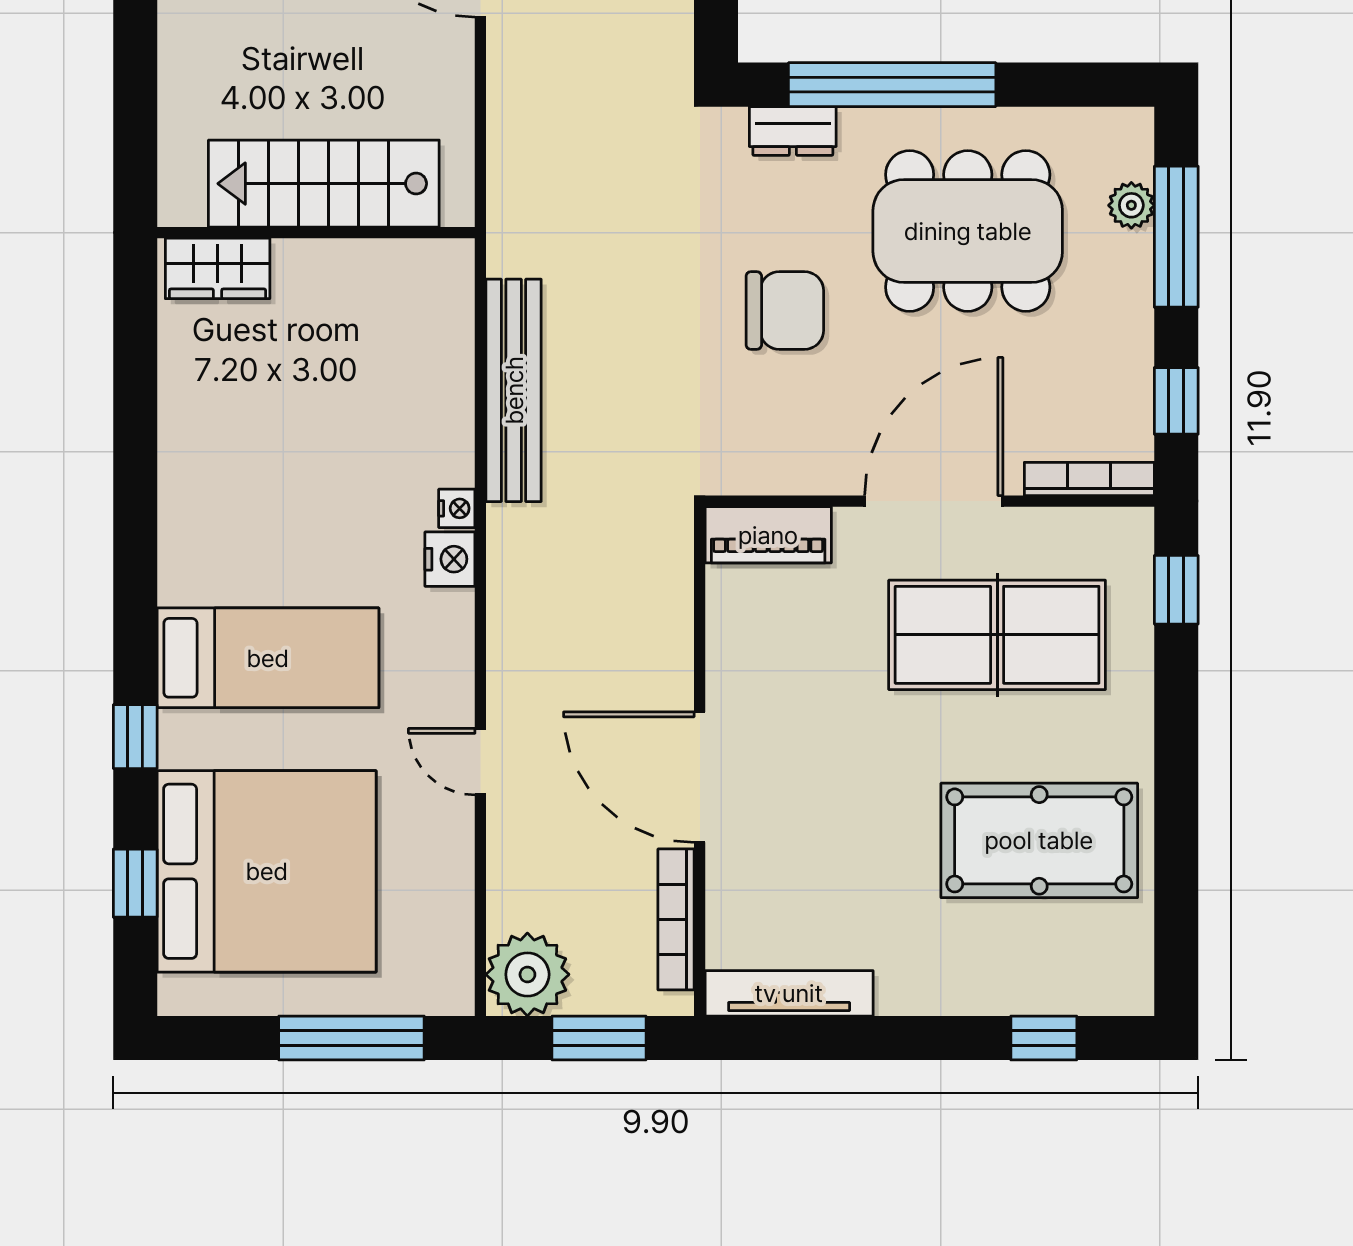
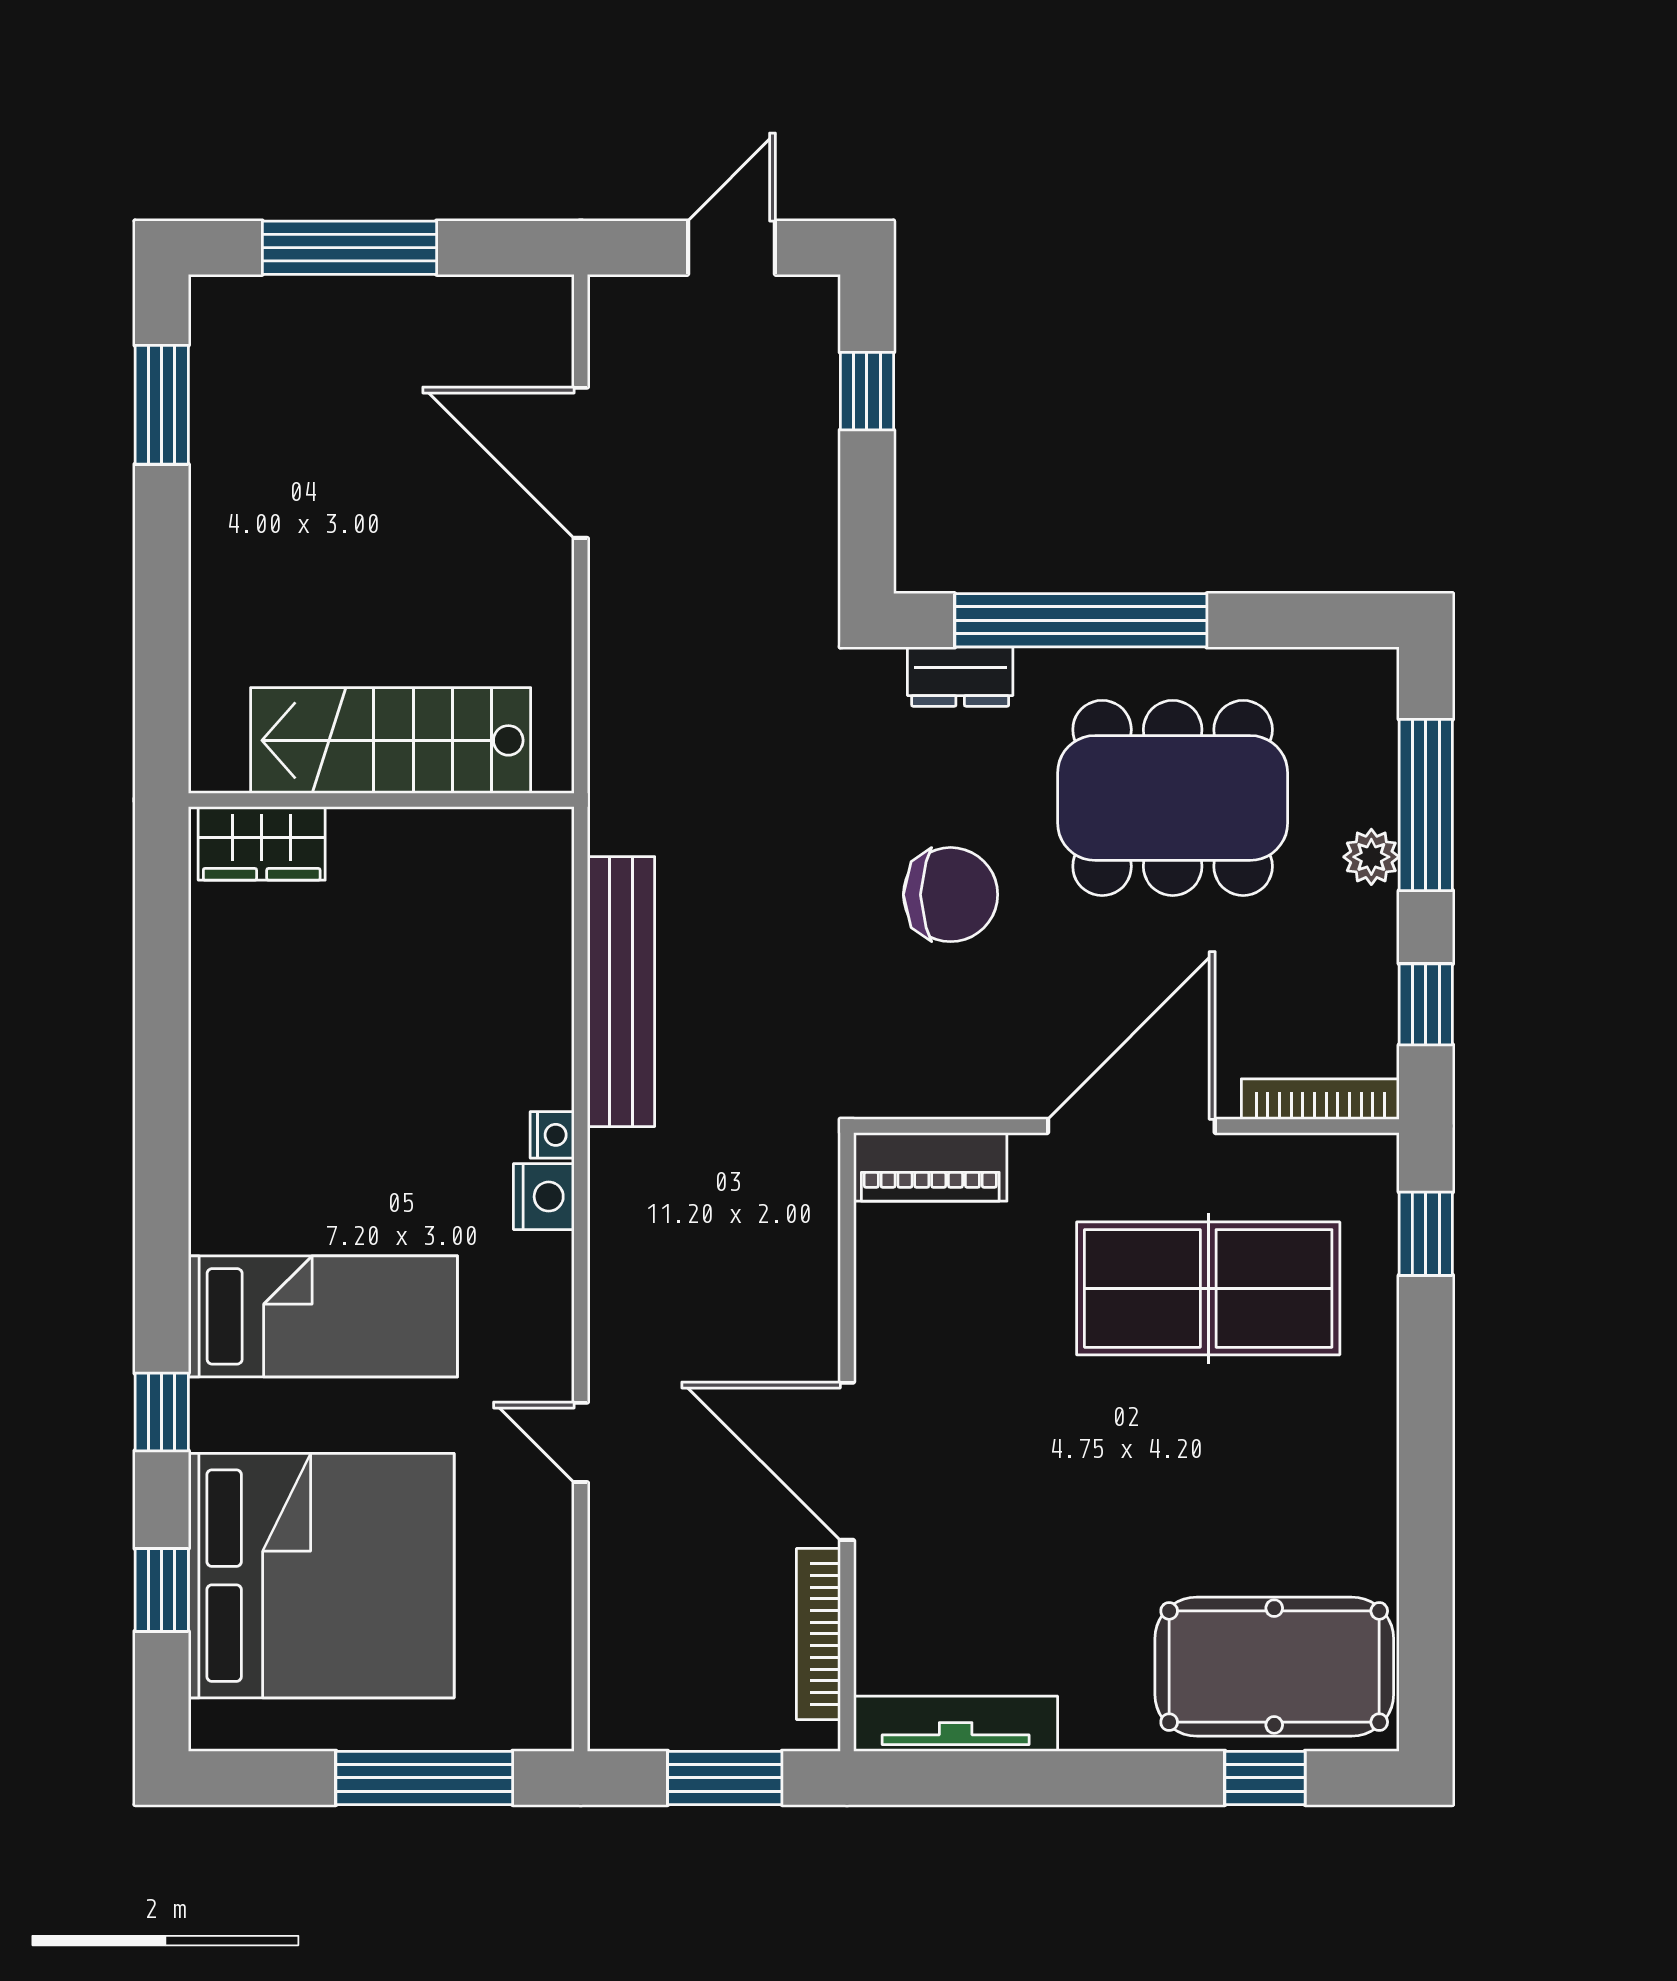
plant: (1131, 205) -> (1371, 857), moved
pool table: (1039, 840) -> (1274, 1667), moved
plant: (527, 974) -> (638, 1701), removed

